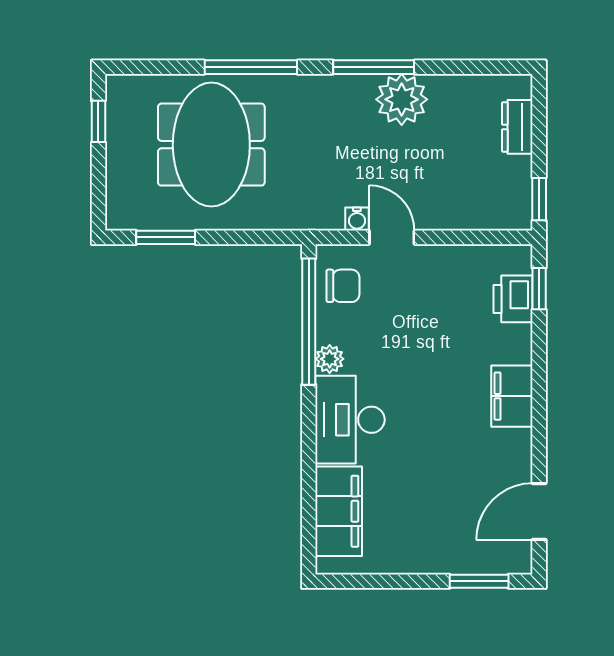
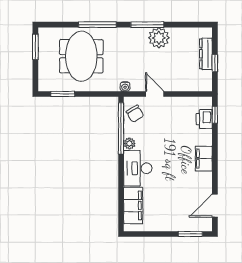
window: (98, 121) -> (35, 47), width x1.50
dresser: (517, 127) -> (206, 54), width x1.44
window: (539, 199) -> (215, 63), moved
water cooler: (357, 219) -> (125, 86), moved
chair: (343, 286) -> (135, 114), turned 60

